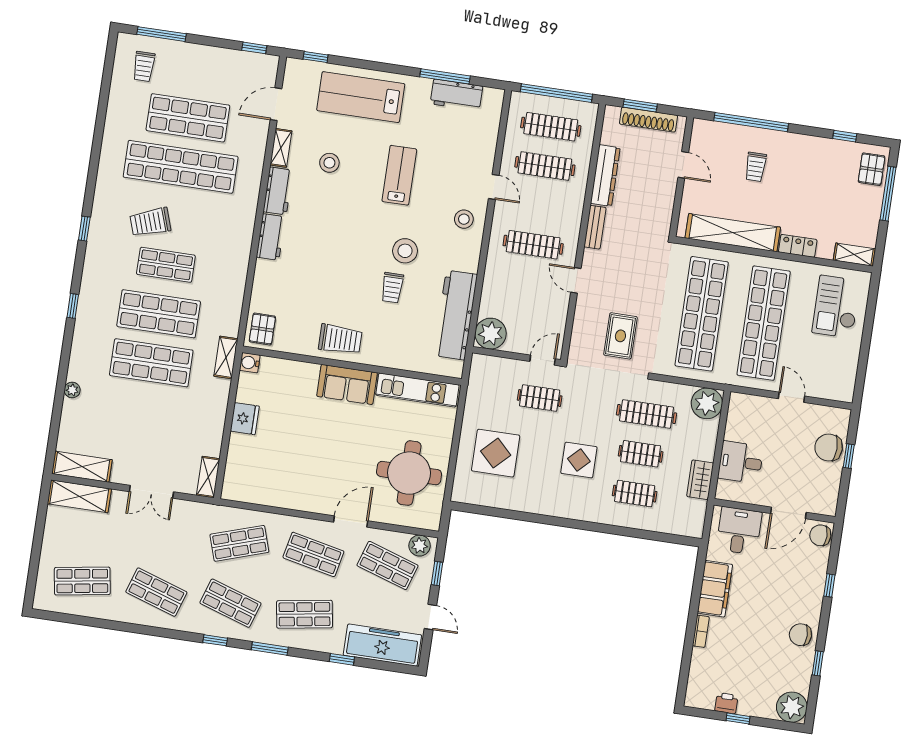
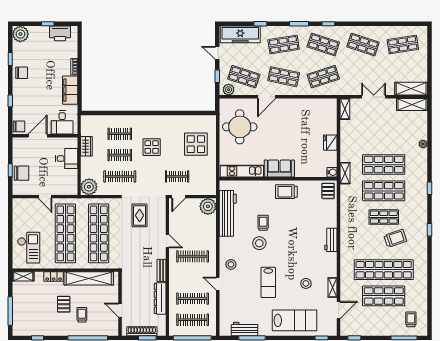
pallet: (872, 169) -> (64, 304), moved
workbench: (278, 191) -> (331, 265), removed
printer: (726, 703) -> (60, 33), width x1.87, depth x1.48

